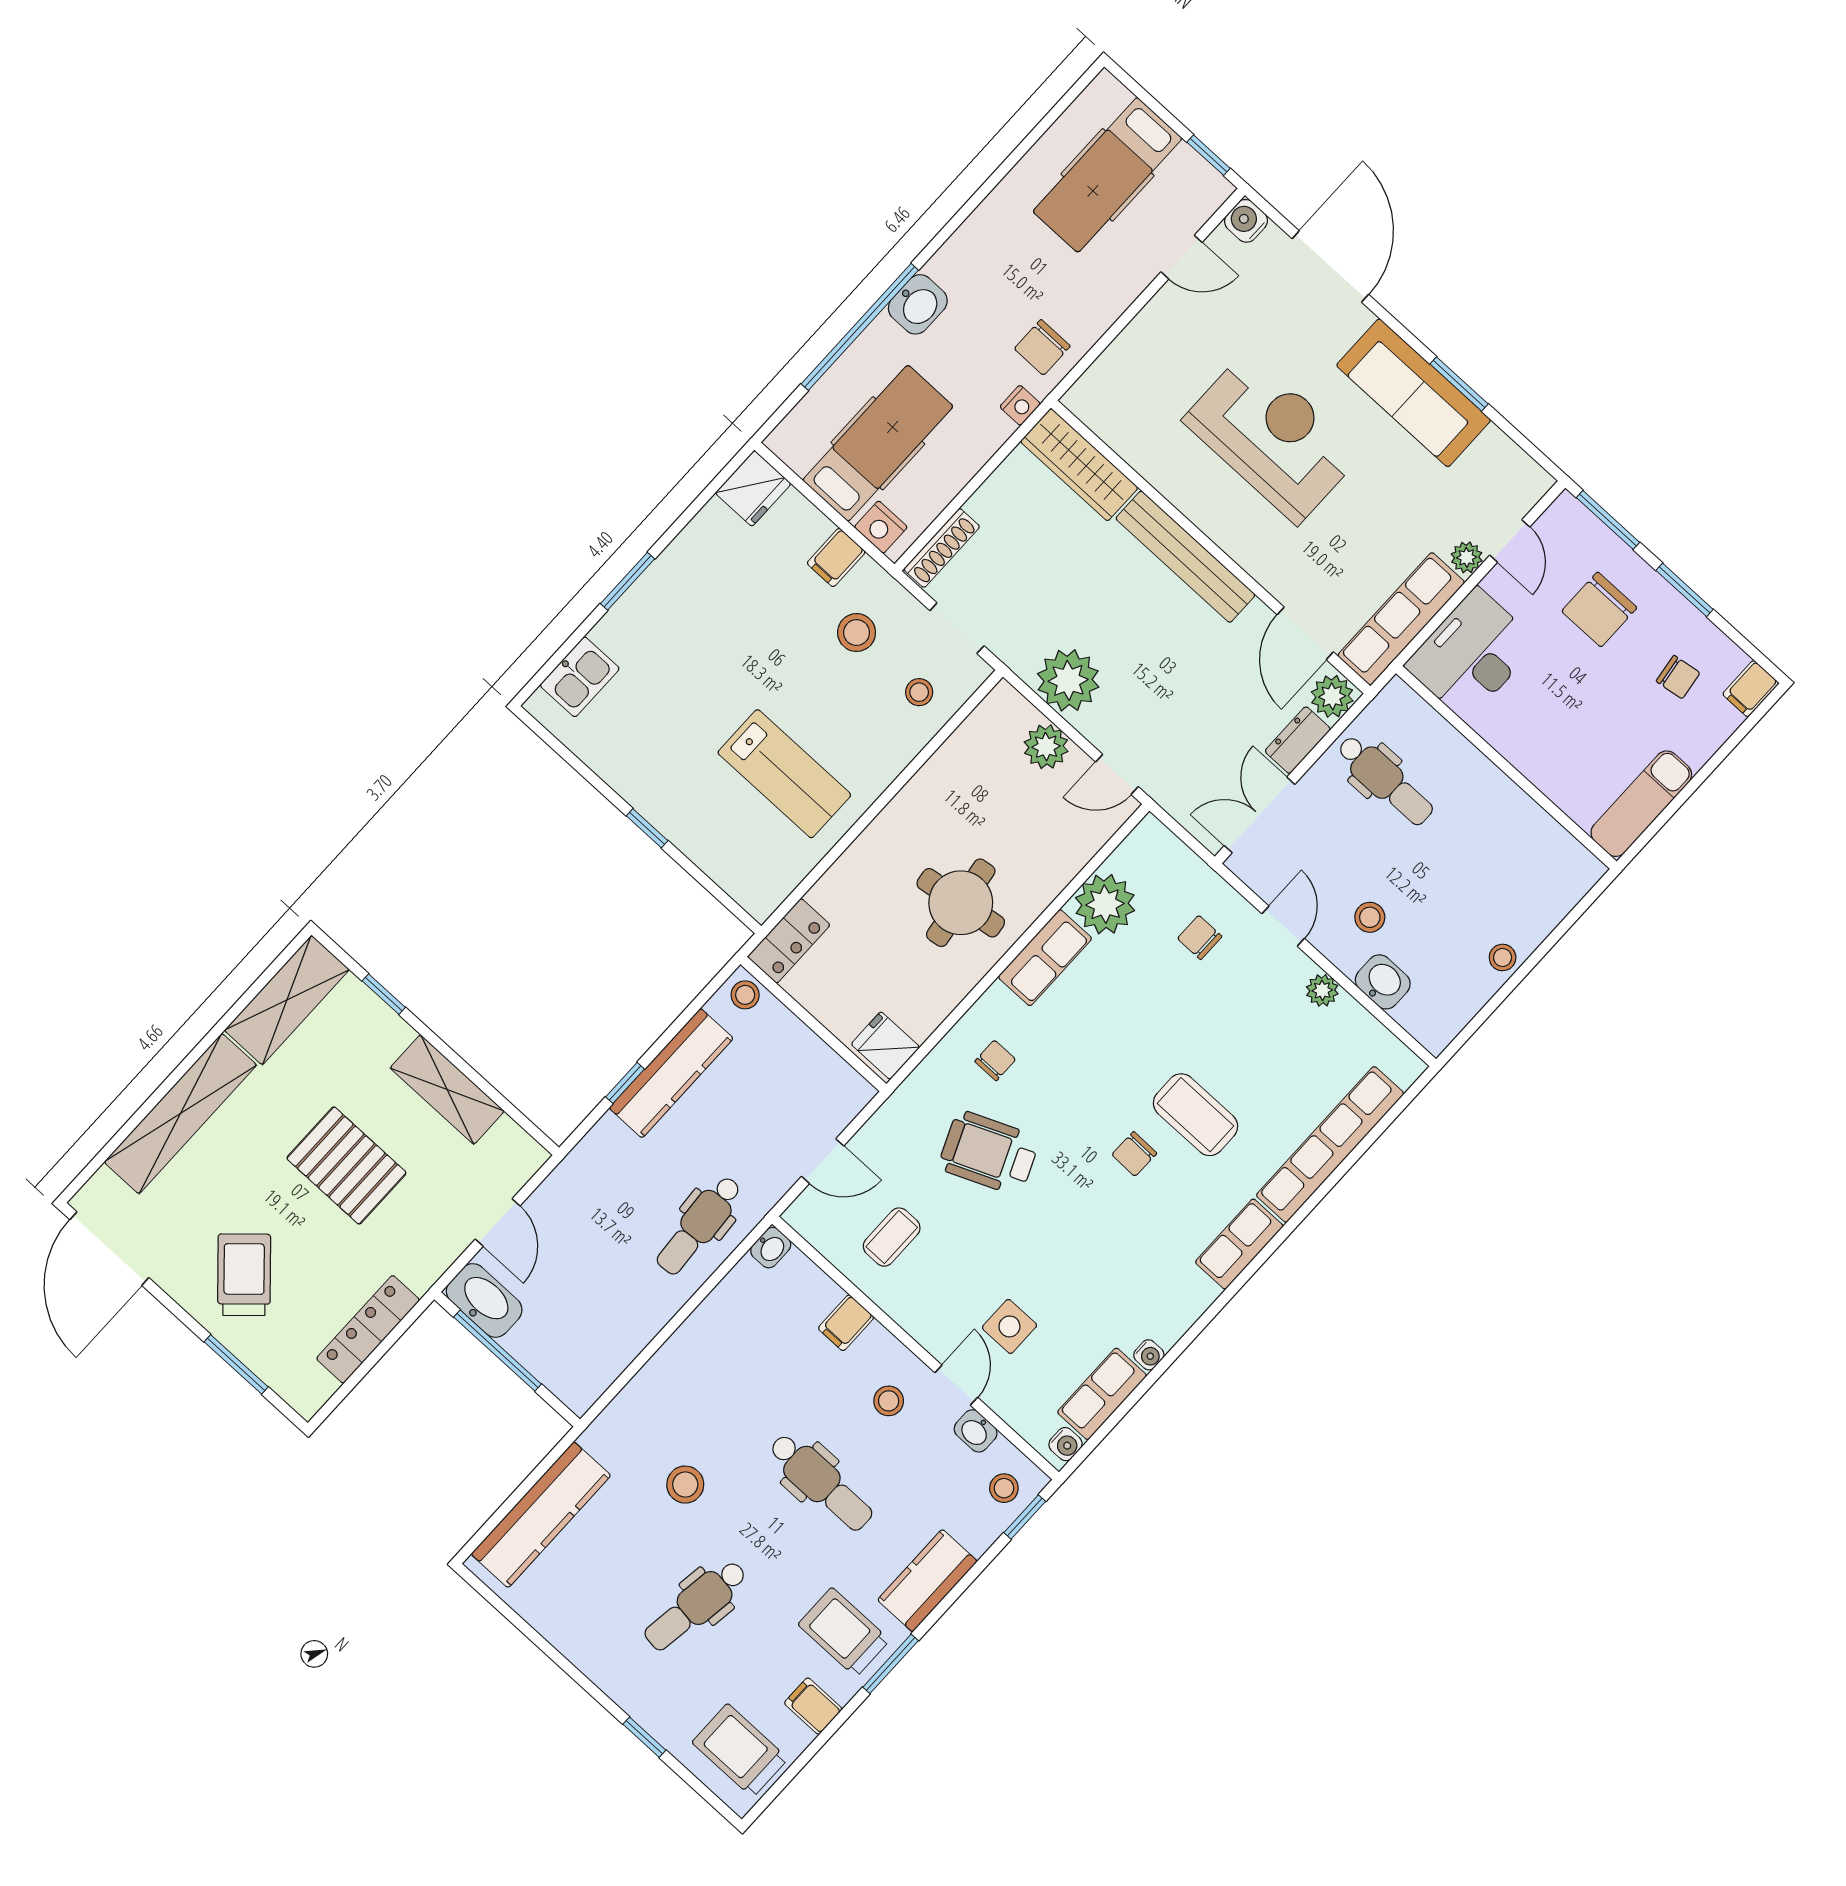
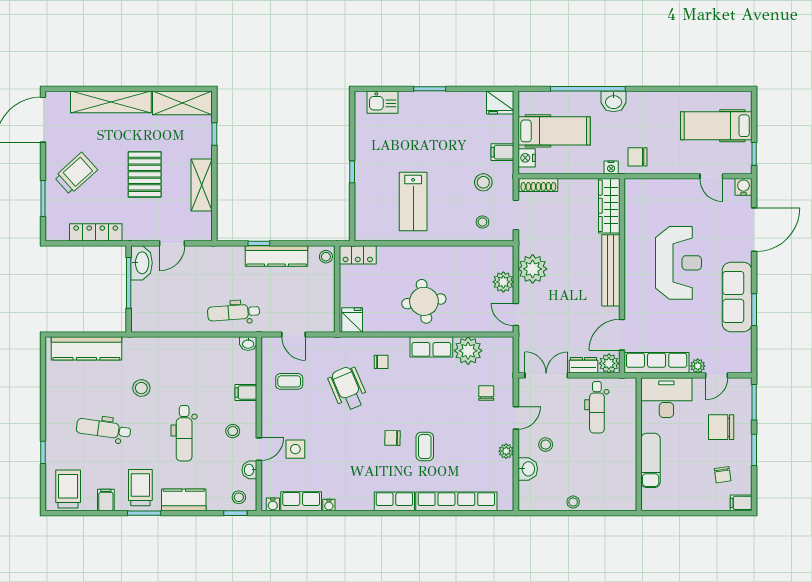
exam couch: (1641, 804) -> (651, 460), moved, turned 90
coffee table: (1195, 1115) -> (425, 447), width x0.73, depth x0.77

